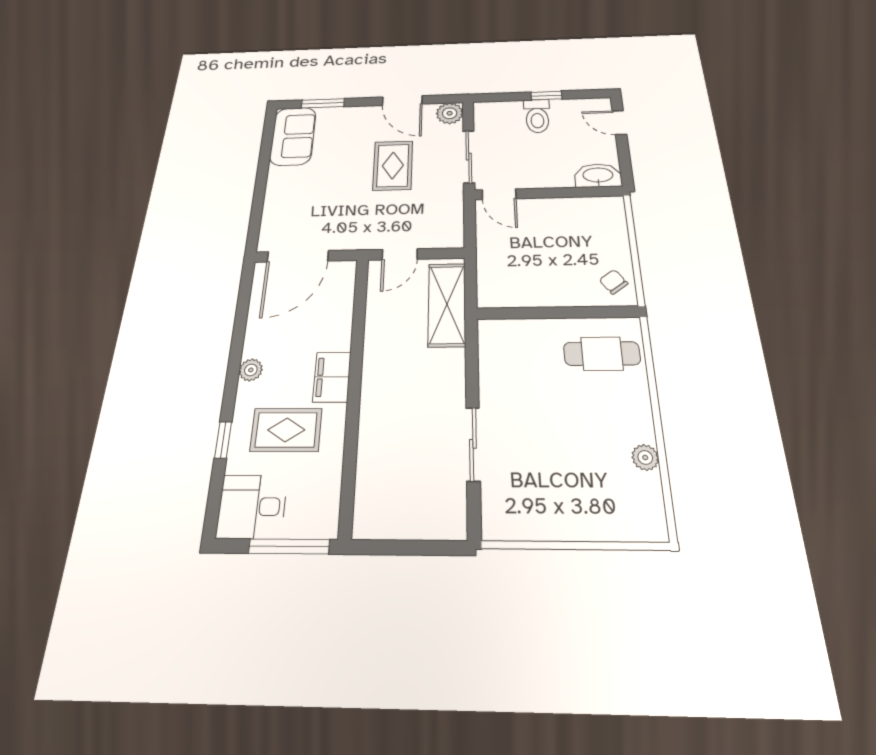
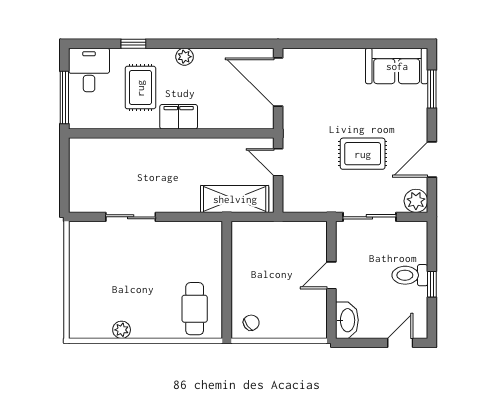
door: (499, 194) -> (331, 275), moved

